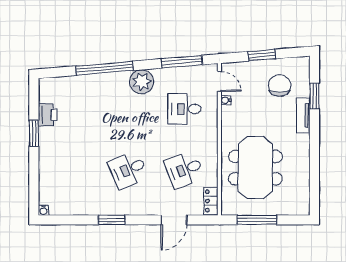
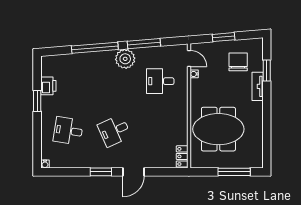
window: (182, 62) -> (144, 44), moved
meeting table: (255, 168) -> (218, 129), turned 90
desk: (184, 170) -> (68, 131), moved, turned 30
door: (174, 220) -> (134, 172), moved
window: (257, 220) -> (234, 172), moved

